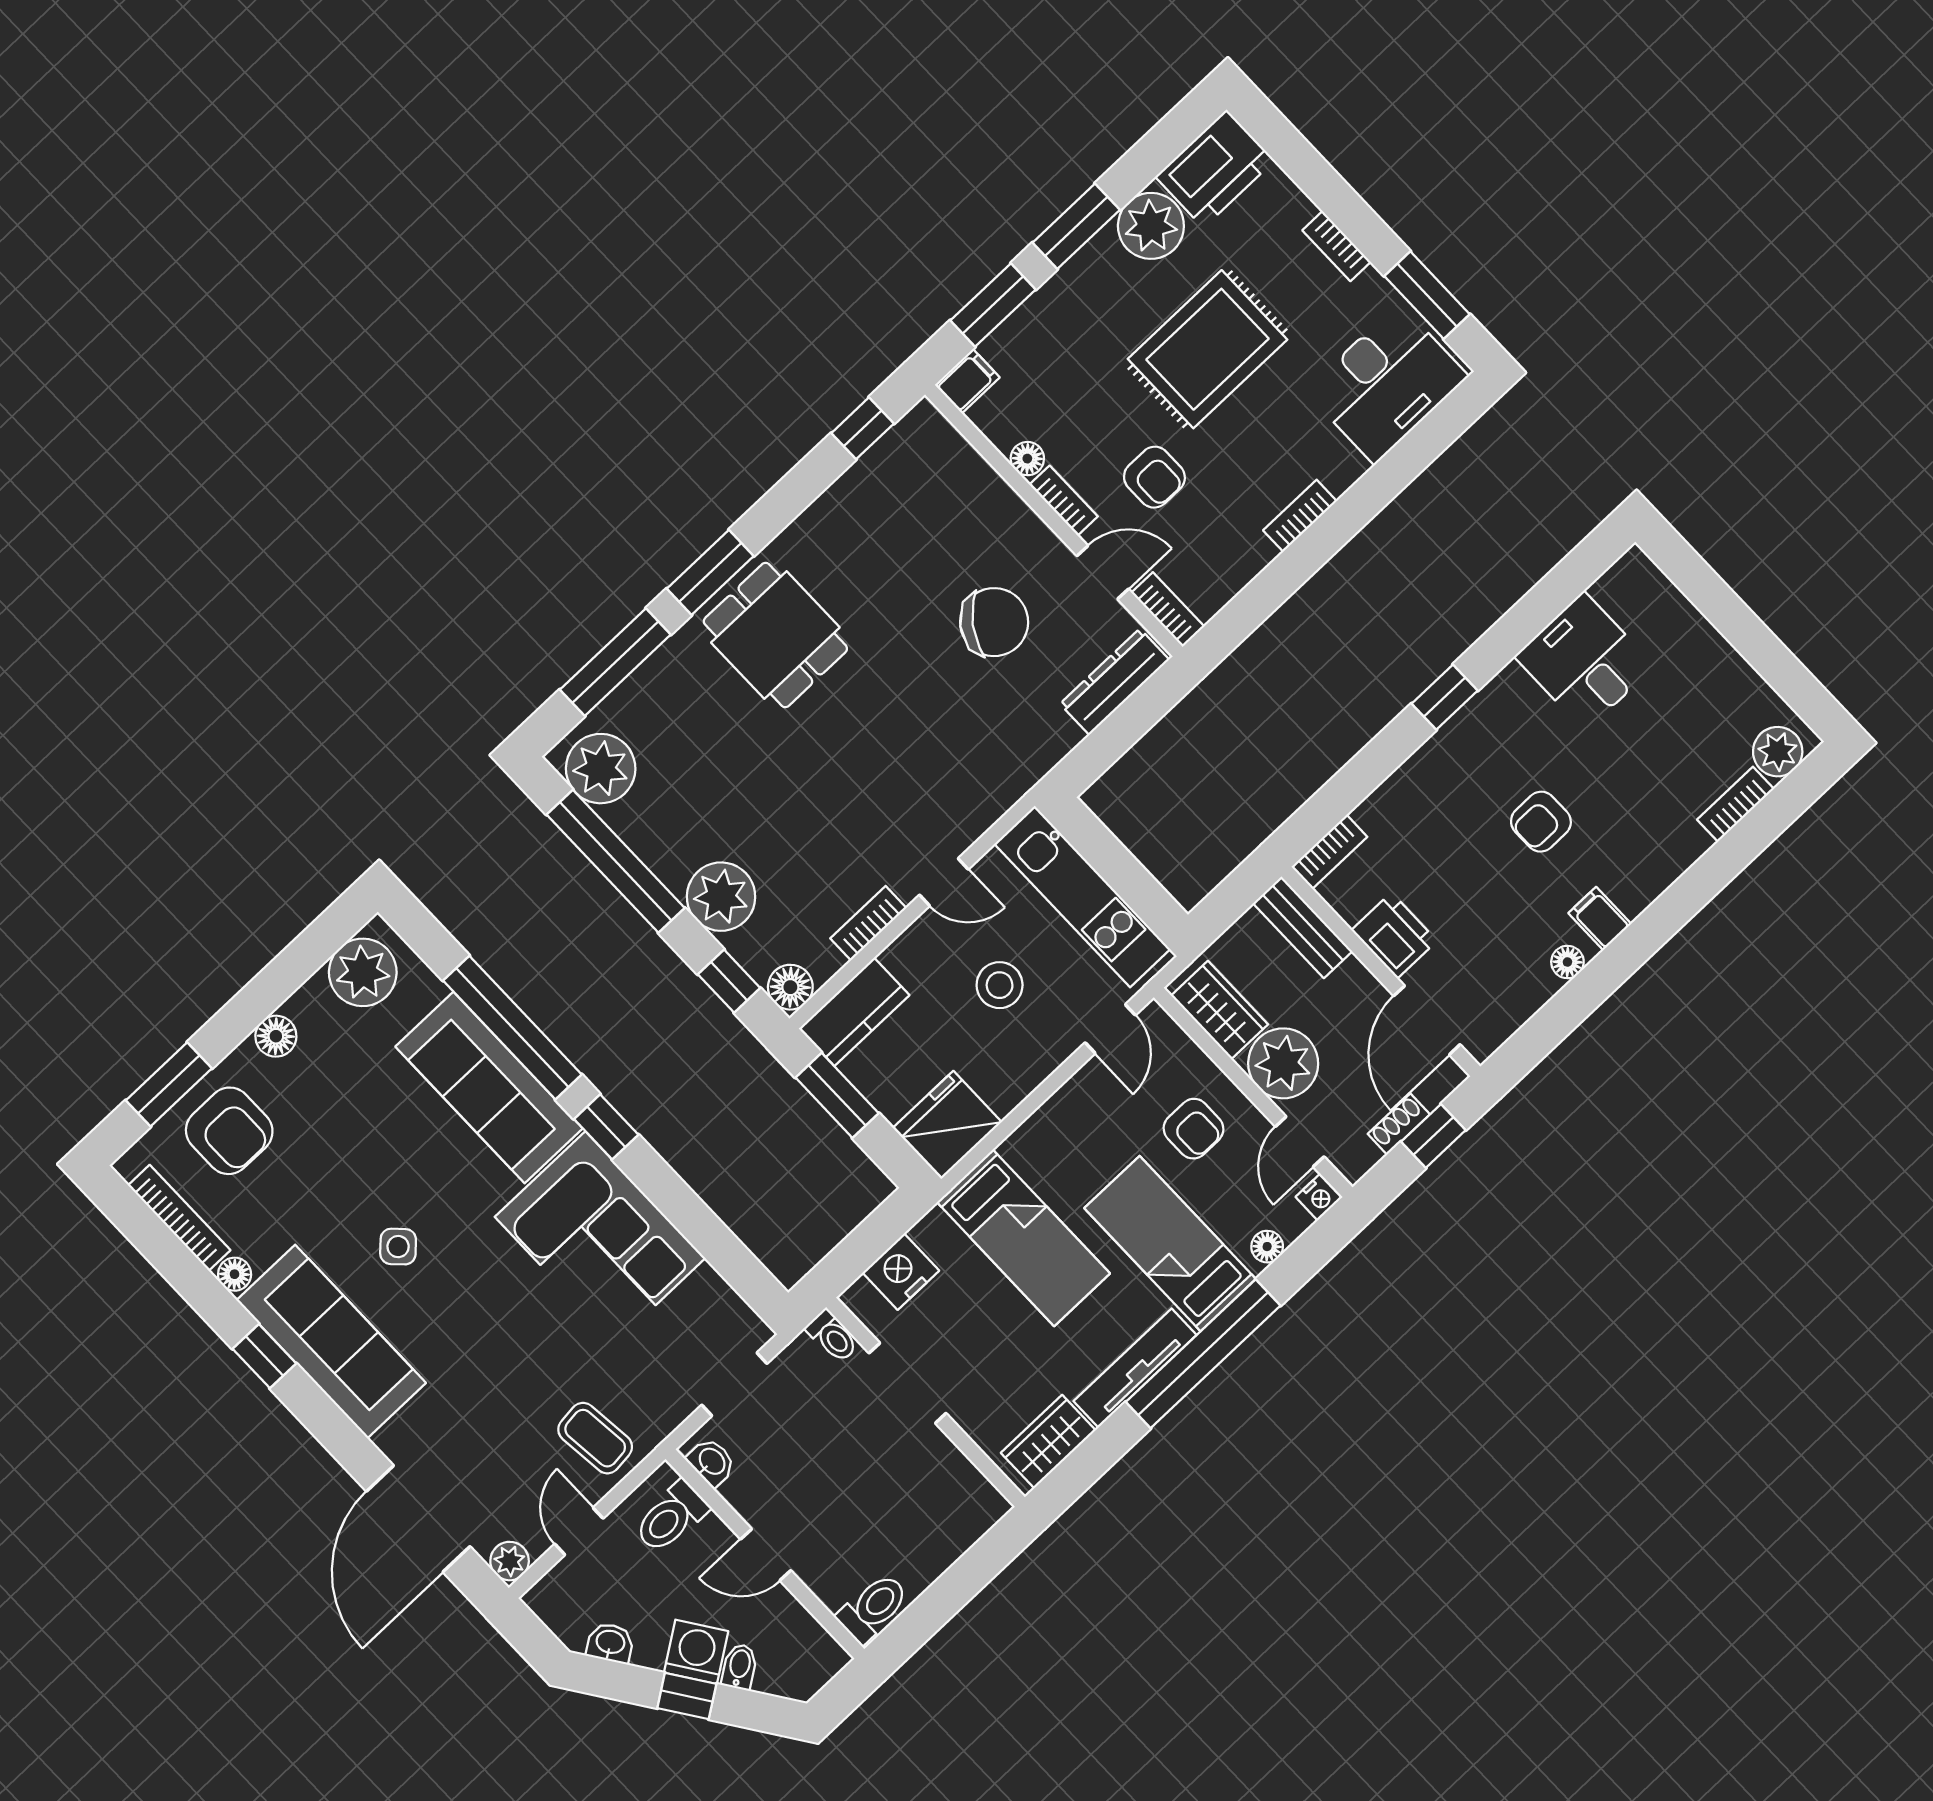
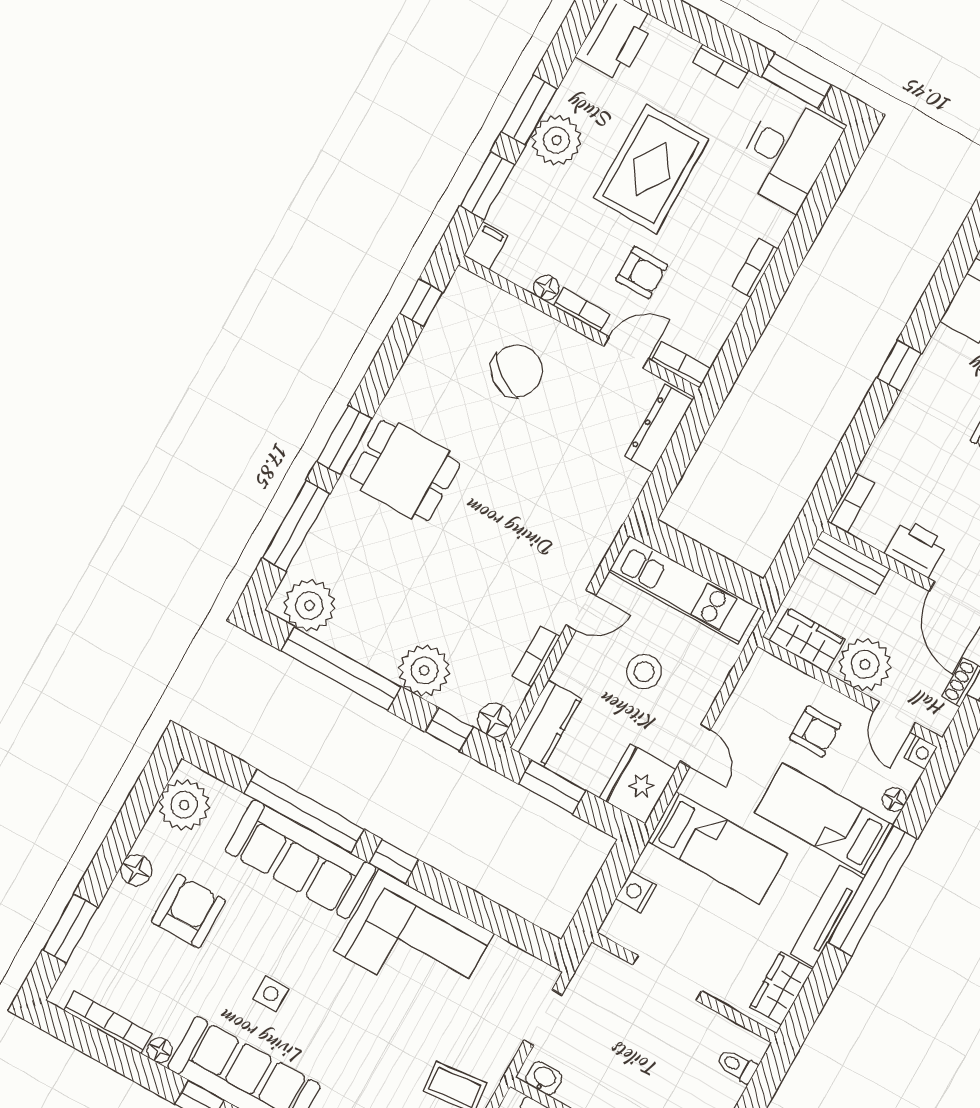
plant: (1151, 226) -> (557, 140), moved
chair: (994, 622) -> (517, 371), moved
door: (1110, 1029) -> (695, 746), moved
armchair: (229, 1131) -> (189, 911), moved, turned -90
side table: (398, 1247) -> (271, 994), turned 45
nightstand: (901, 1272) -> (636, 892), width x0.74, depth x0.75
toilet: (832, 1336) -> (737, 1066), moved, turned 180

